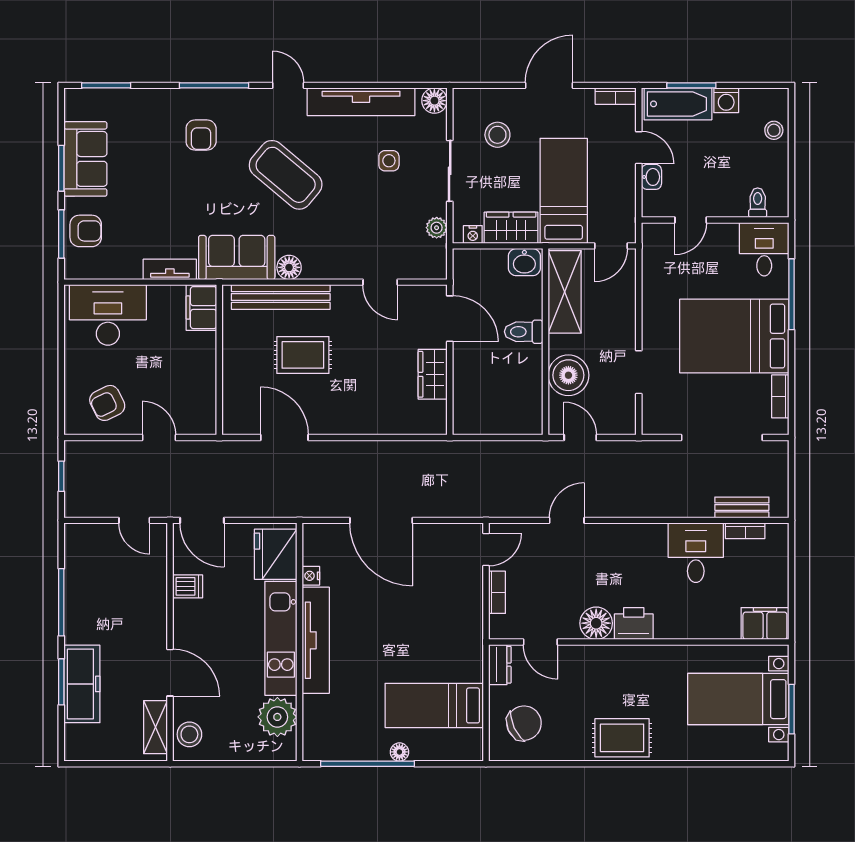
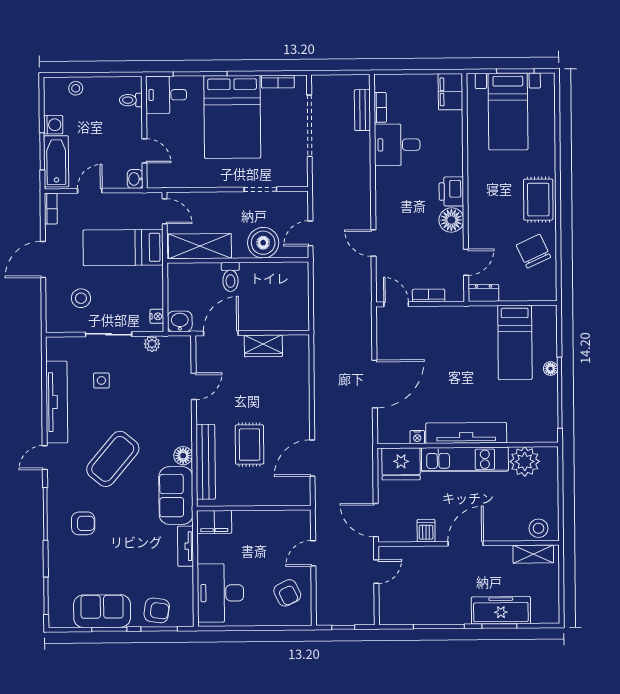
door: (549, 85) -> (43, 259), hinge flipped
floor lamp: (434, 101) -> (55, 346), removed
washbasin: (651, 177) -> (135, 179), moved, turned -90
wardrobe: (511, 228) -> (151, 287), removed
armchair: (86, 231) -> (157, 610), turned 98
washbasin: (524, 262) -> (180, 321), moved, turned -90
door: (202, 520) -> (376, 520), swing flipped
door: (170, 673) -> (466, 544), moved
chair: (524, 723) -> (533, 251), moved

